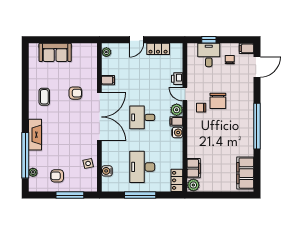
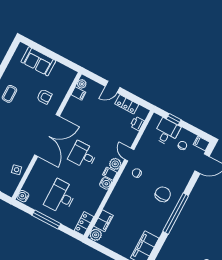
printer: (177, 79) -> (137, 124), moved
filing cabinet: (108, 80) -> (78, 93), moved
armchair: (75, 93) -> (44, 97), moved
chair: (218, 101) -> (163, 194), moved, turned 180
water cooler: (107, 171) -> (23, 196), moved

